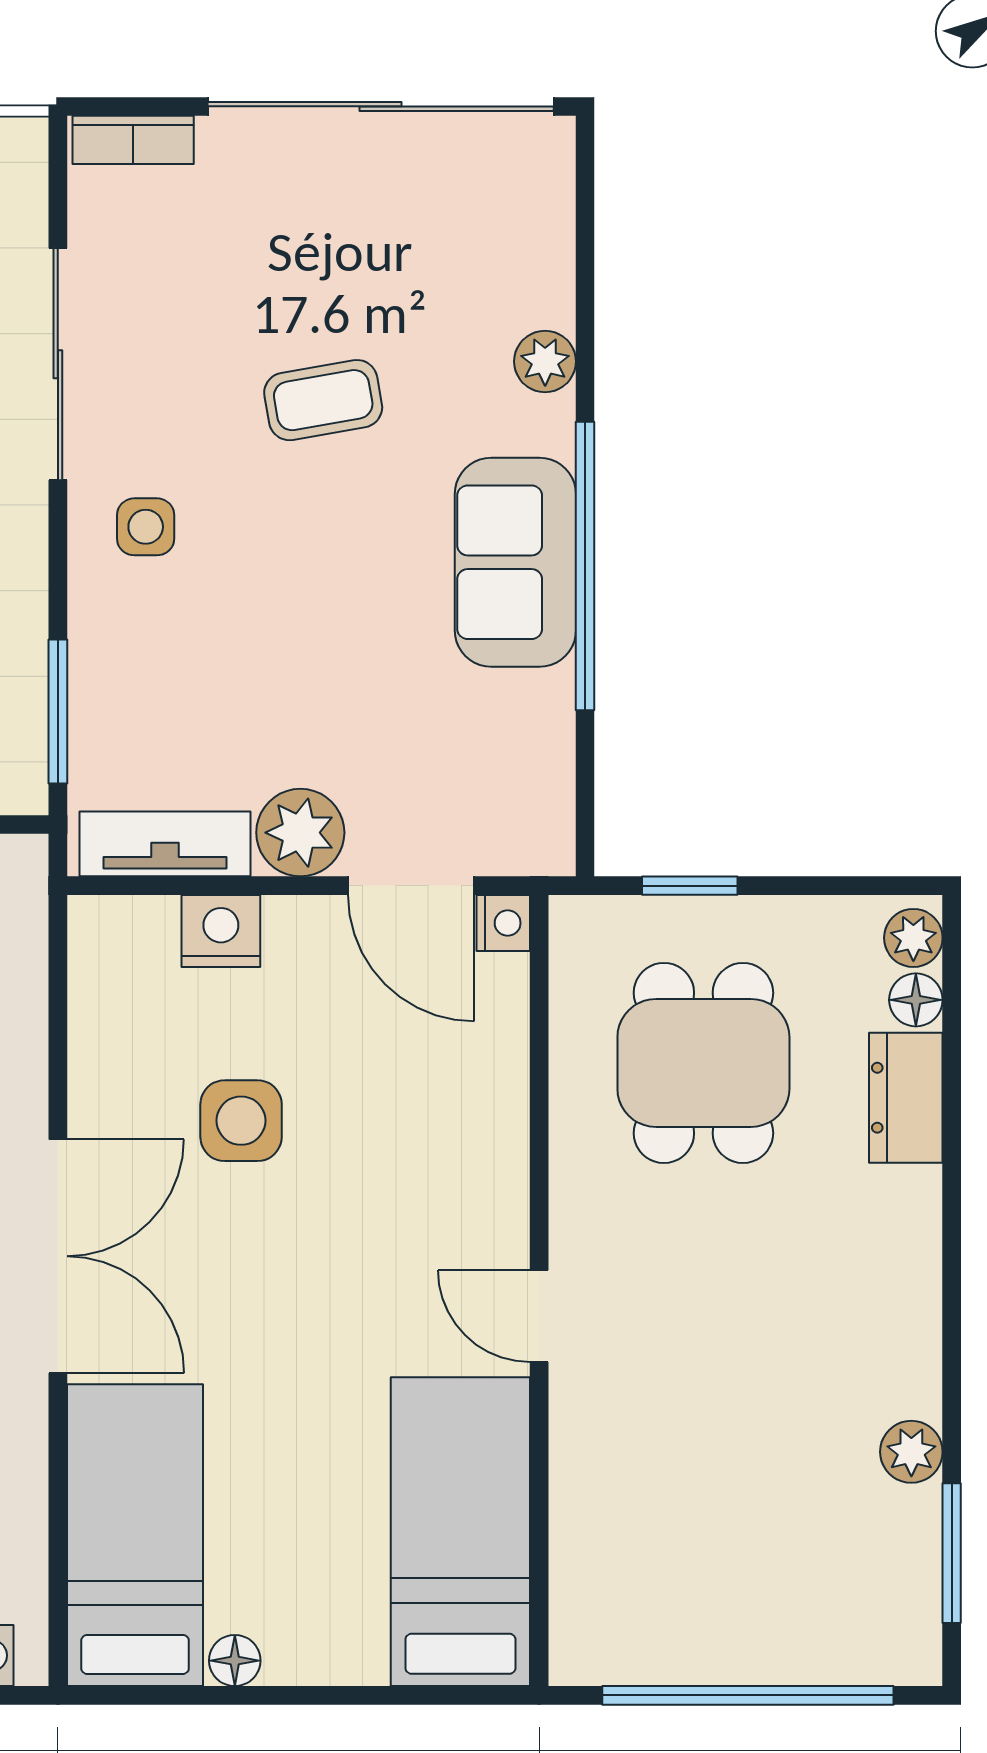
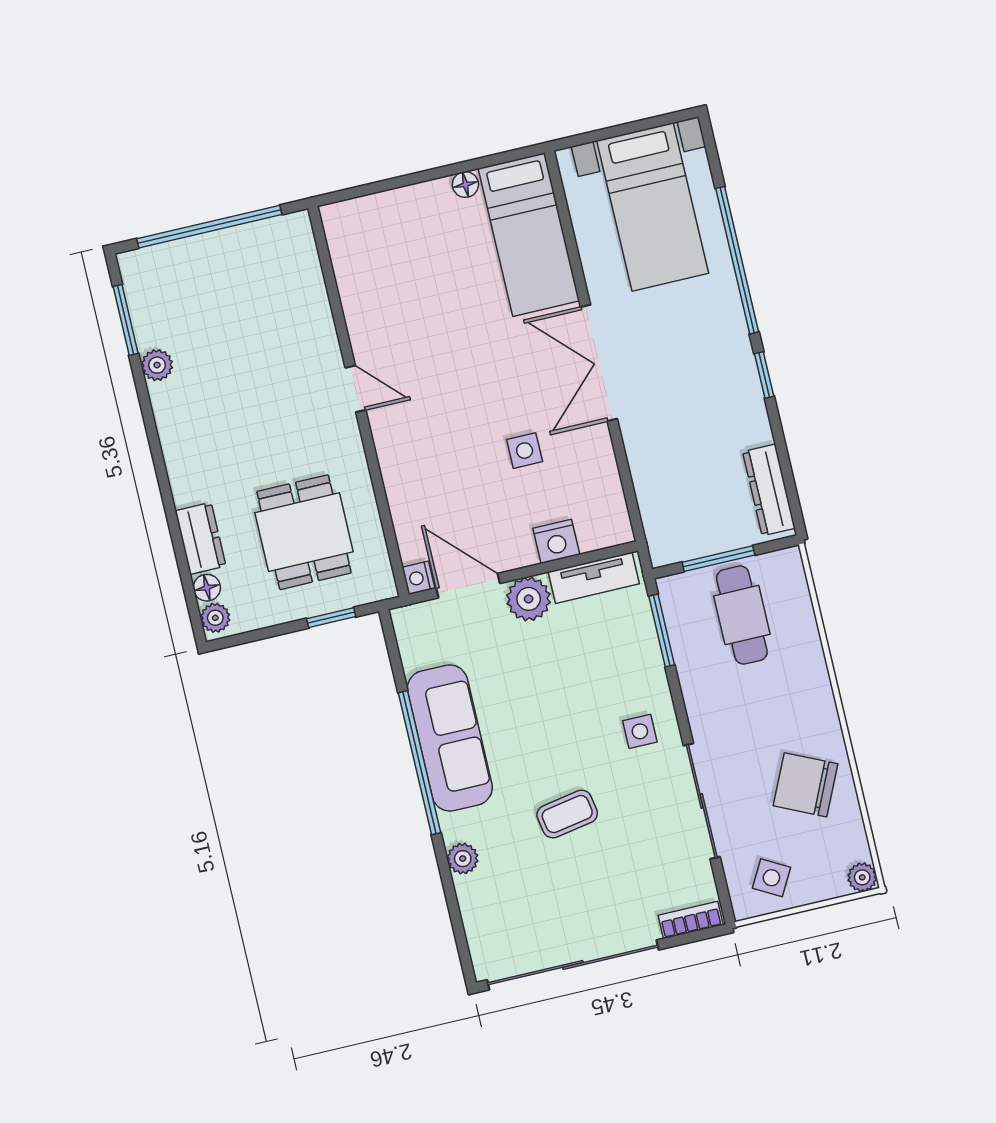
sofa: (515, 562) -> (450, 738), width x1.36
side table: (241, 1121) -> (525, 451), width x0.73, depth x0.73
bed: (460, 1532) -> (369, 274), removed

